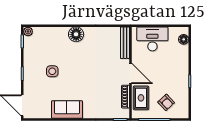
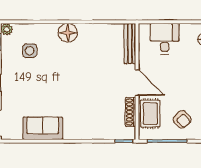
desk: (152, 39) -> (165, 39), width x0.73
side table: (52, 71) -> (30, 51), moved
sofa: (67, 110) -> (43, 128), moved

